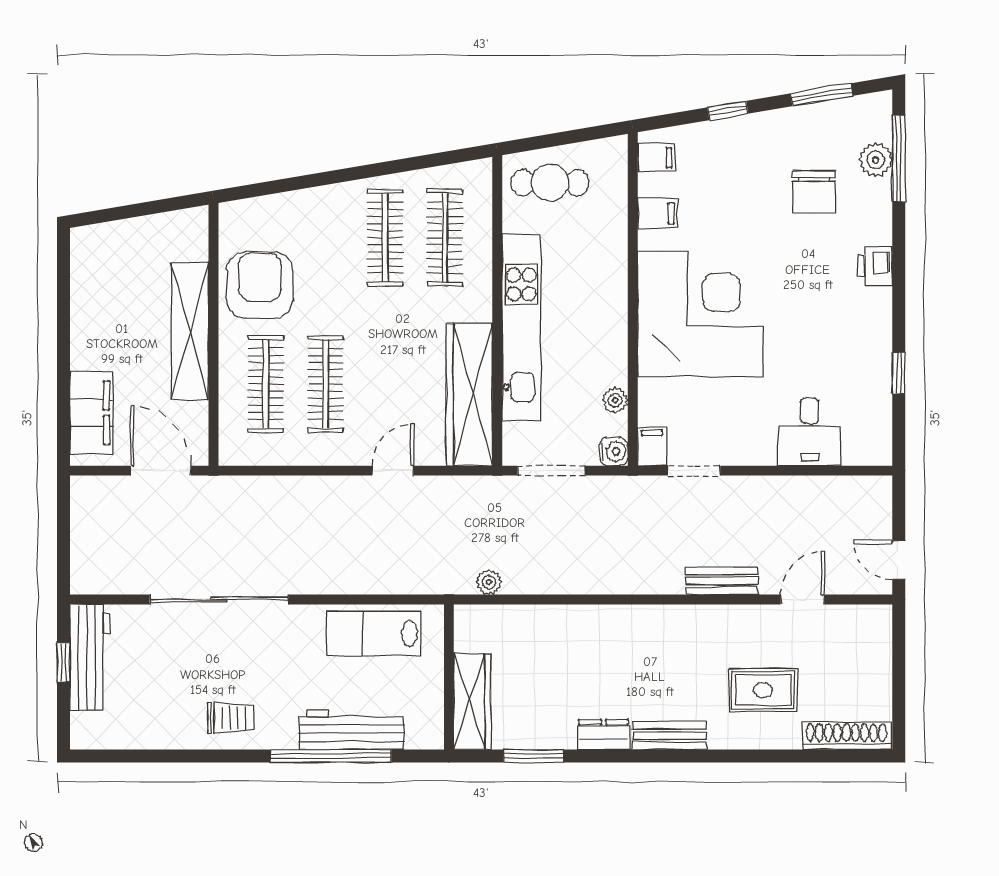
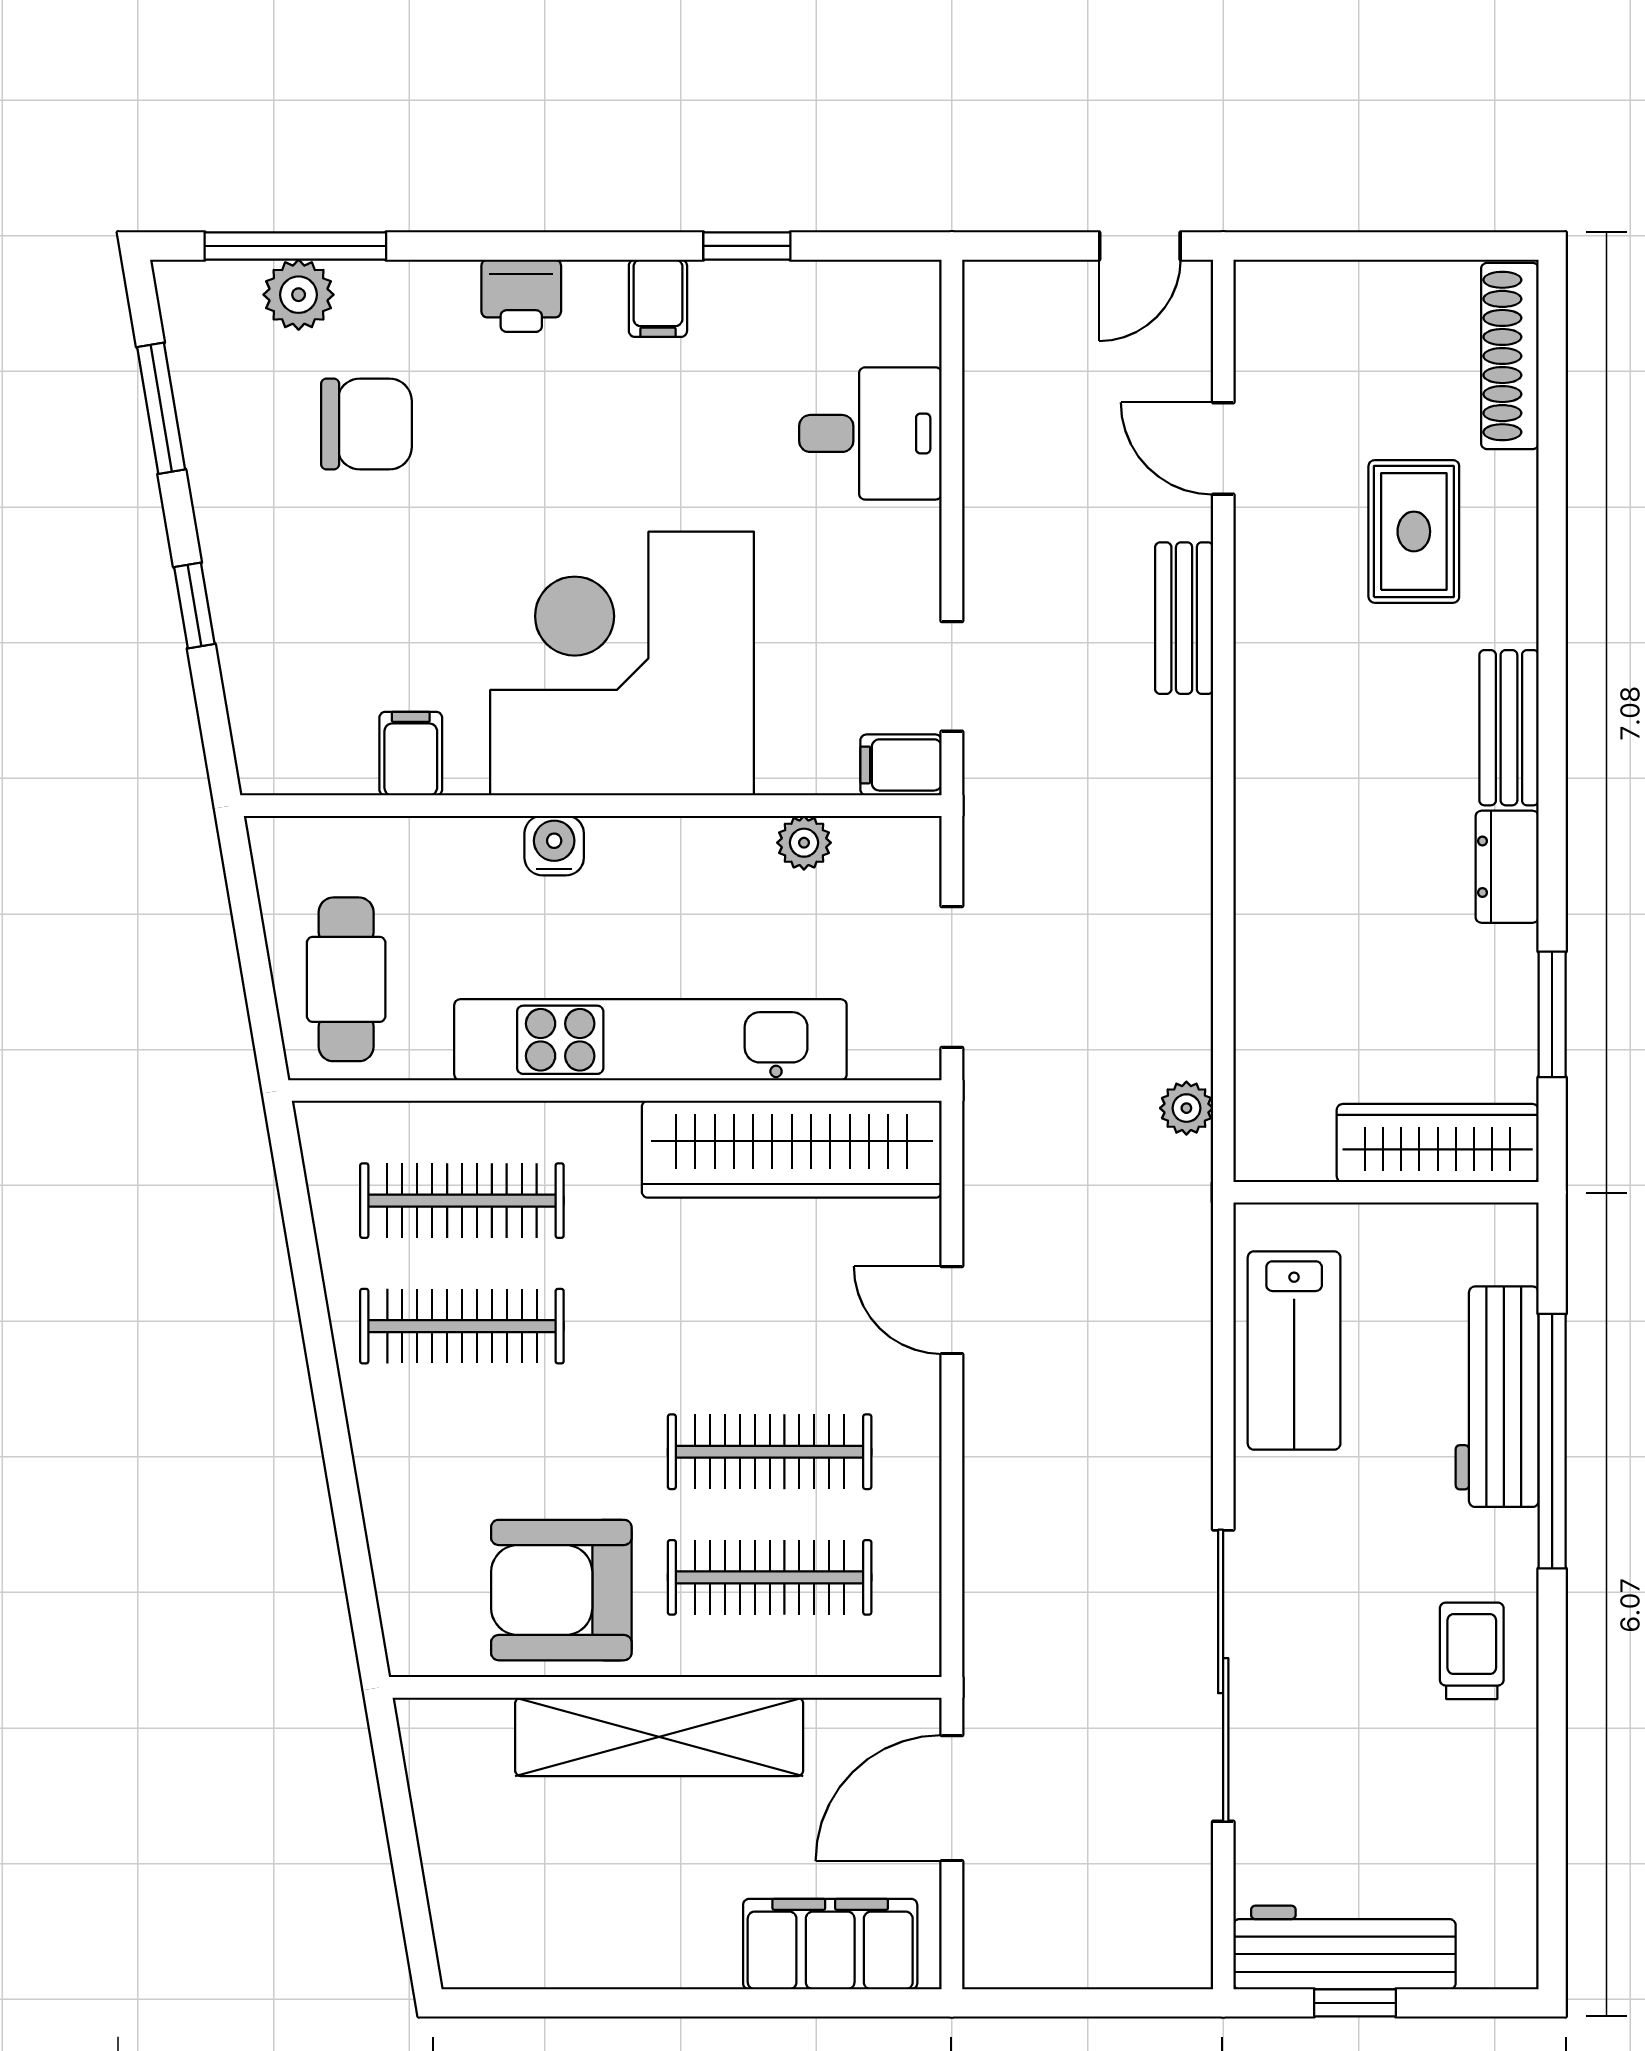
filing cabinet: (656, 158) -> (658, 298), moved, turned 180
water cooler: (614, 452) -> (554, 846), moved

